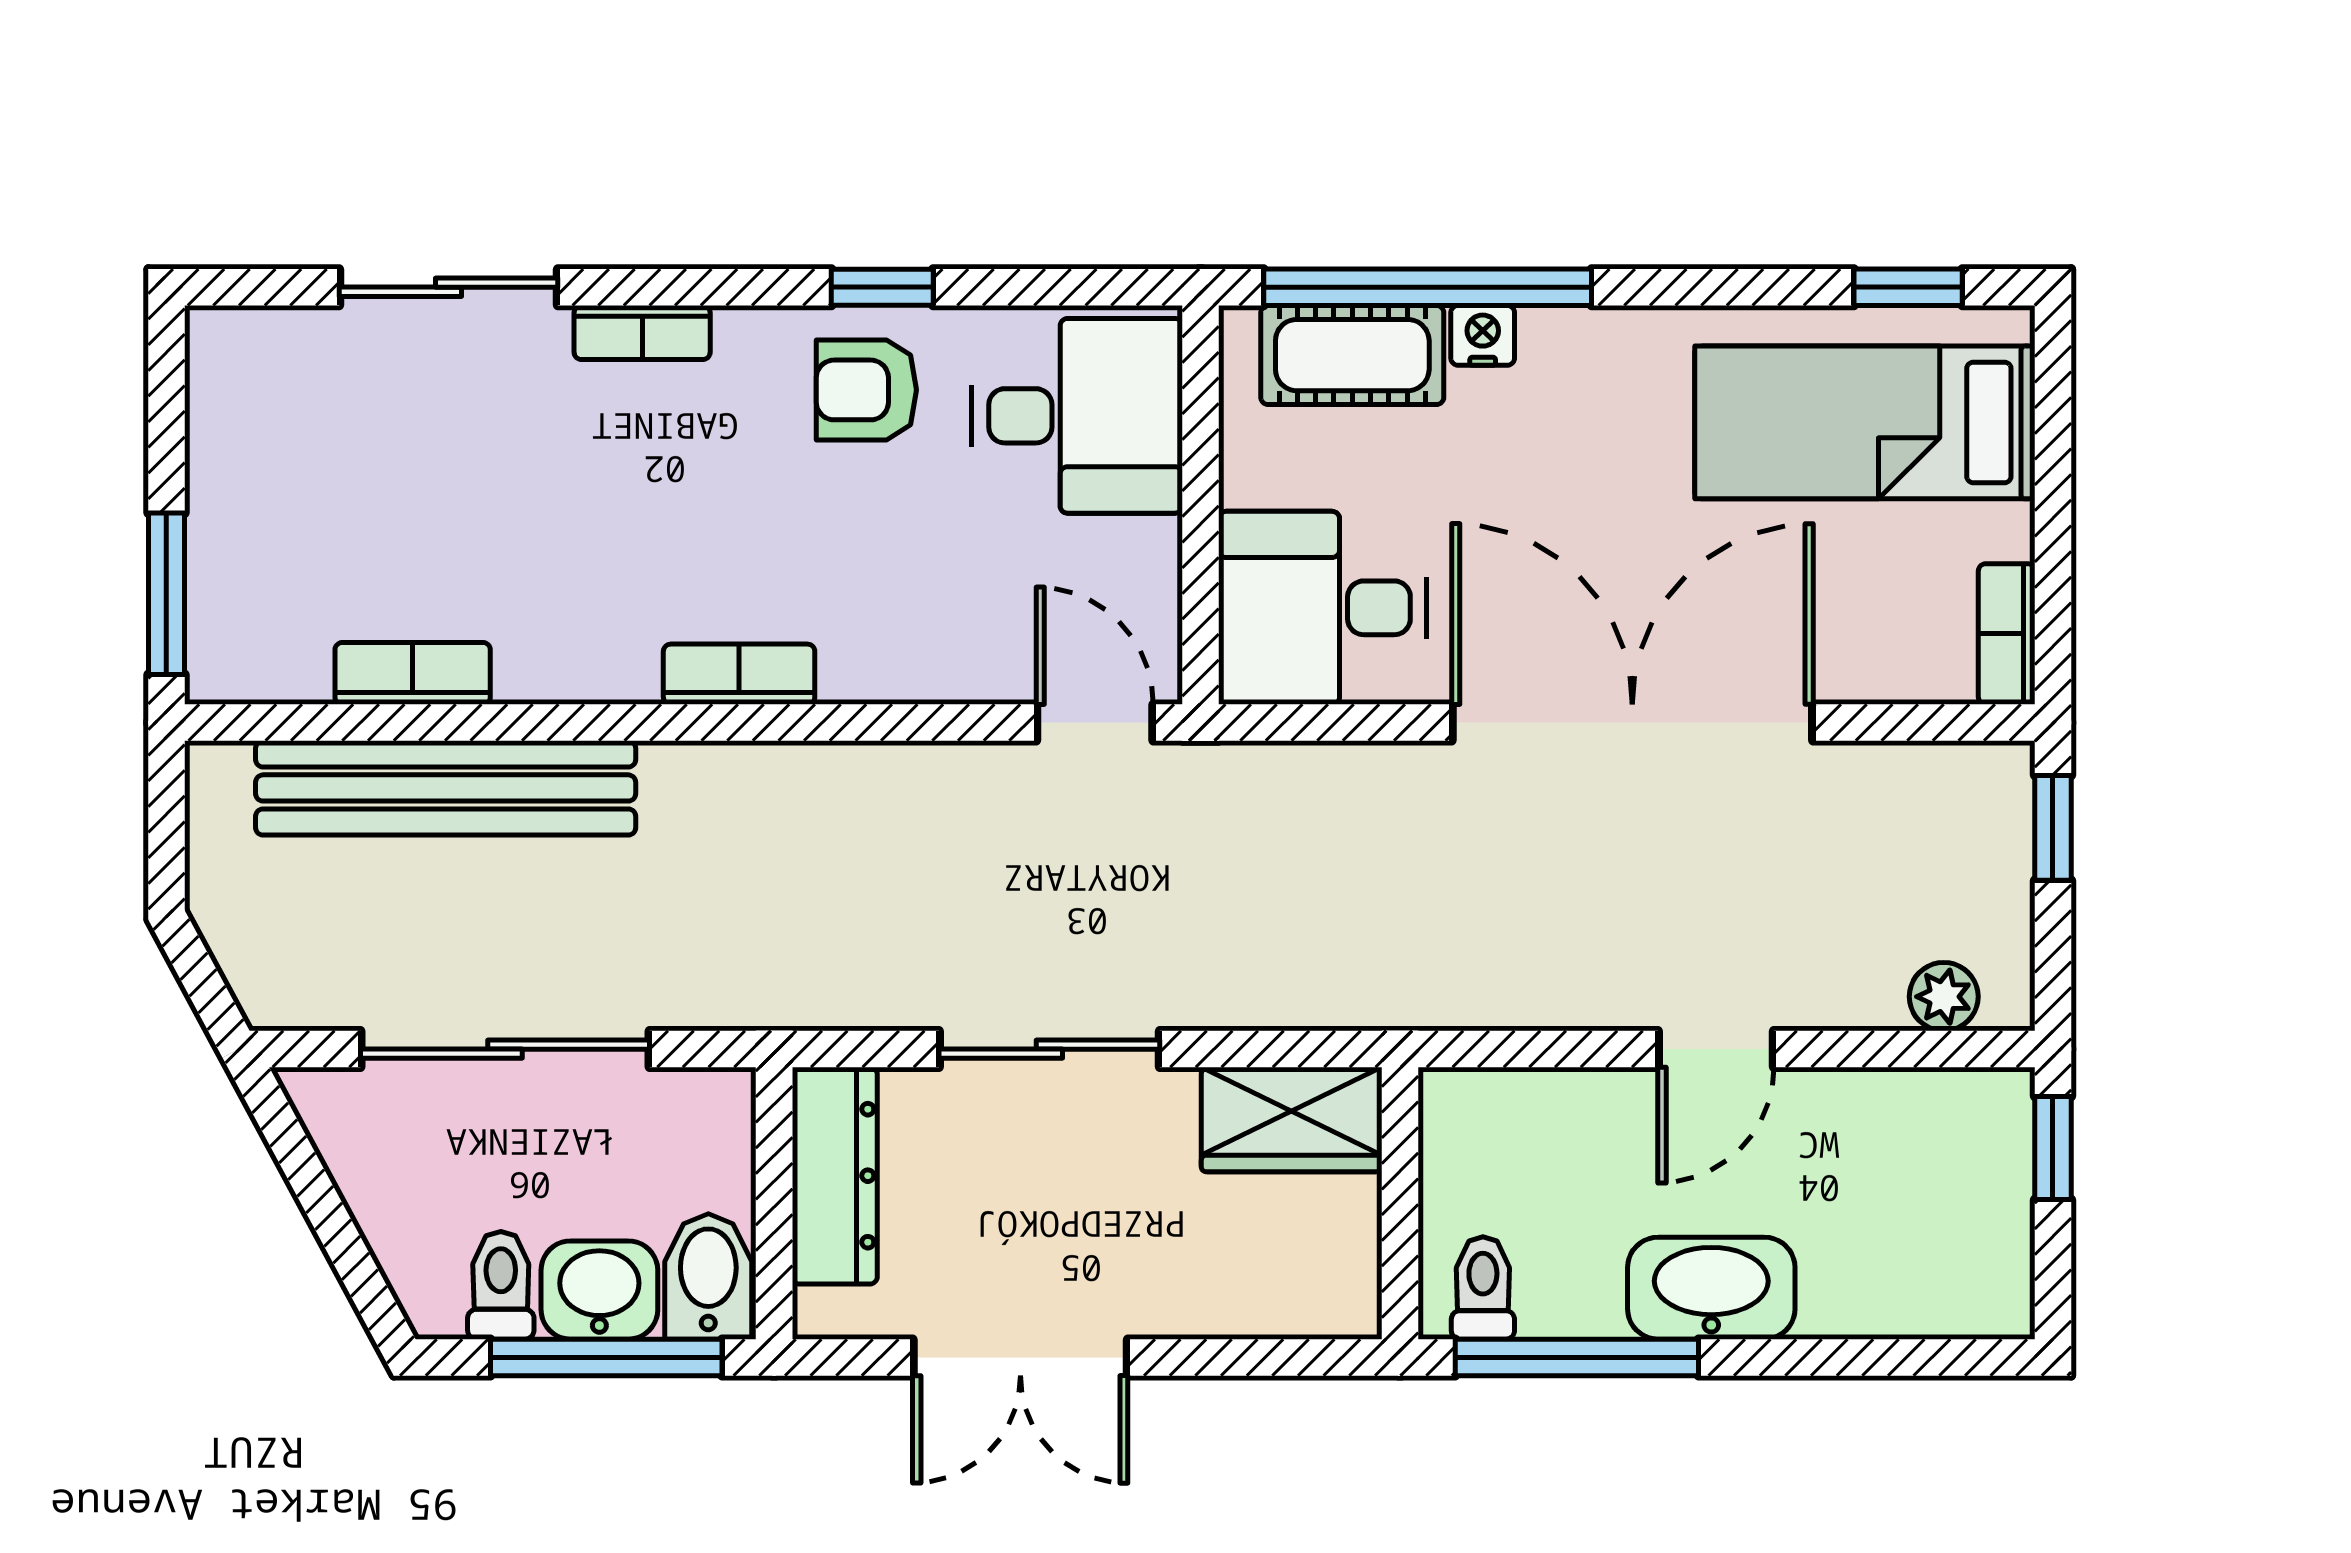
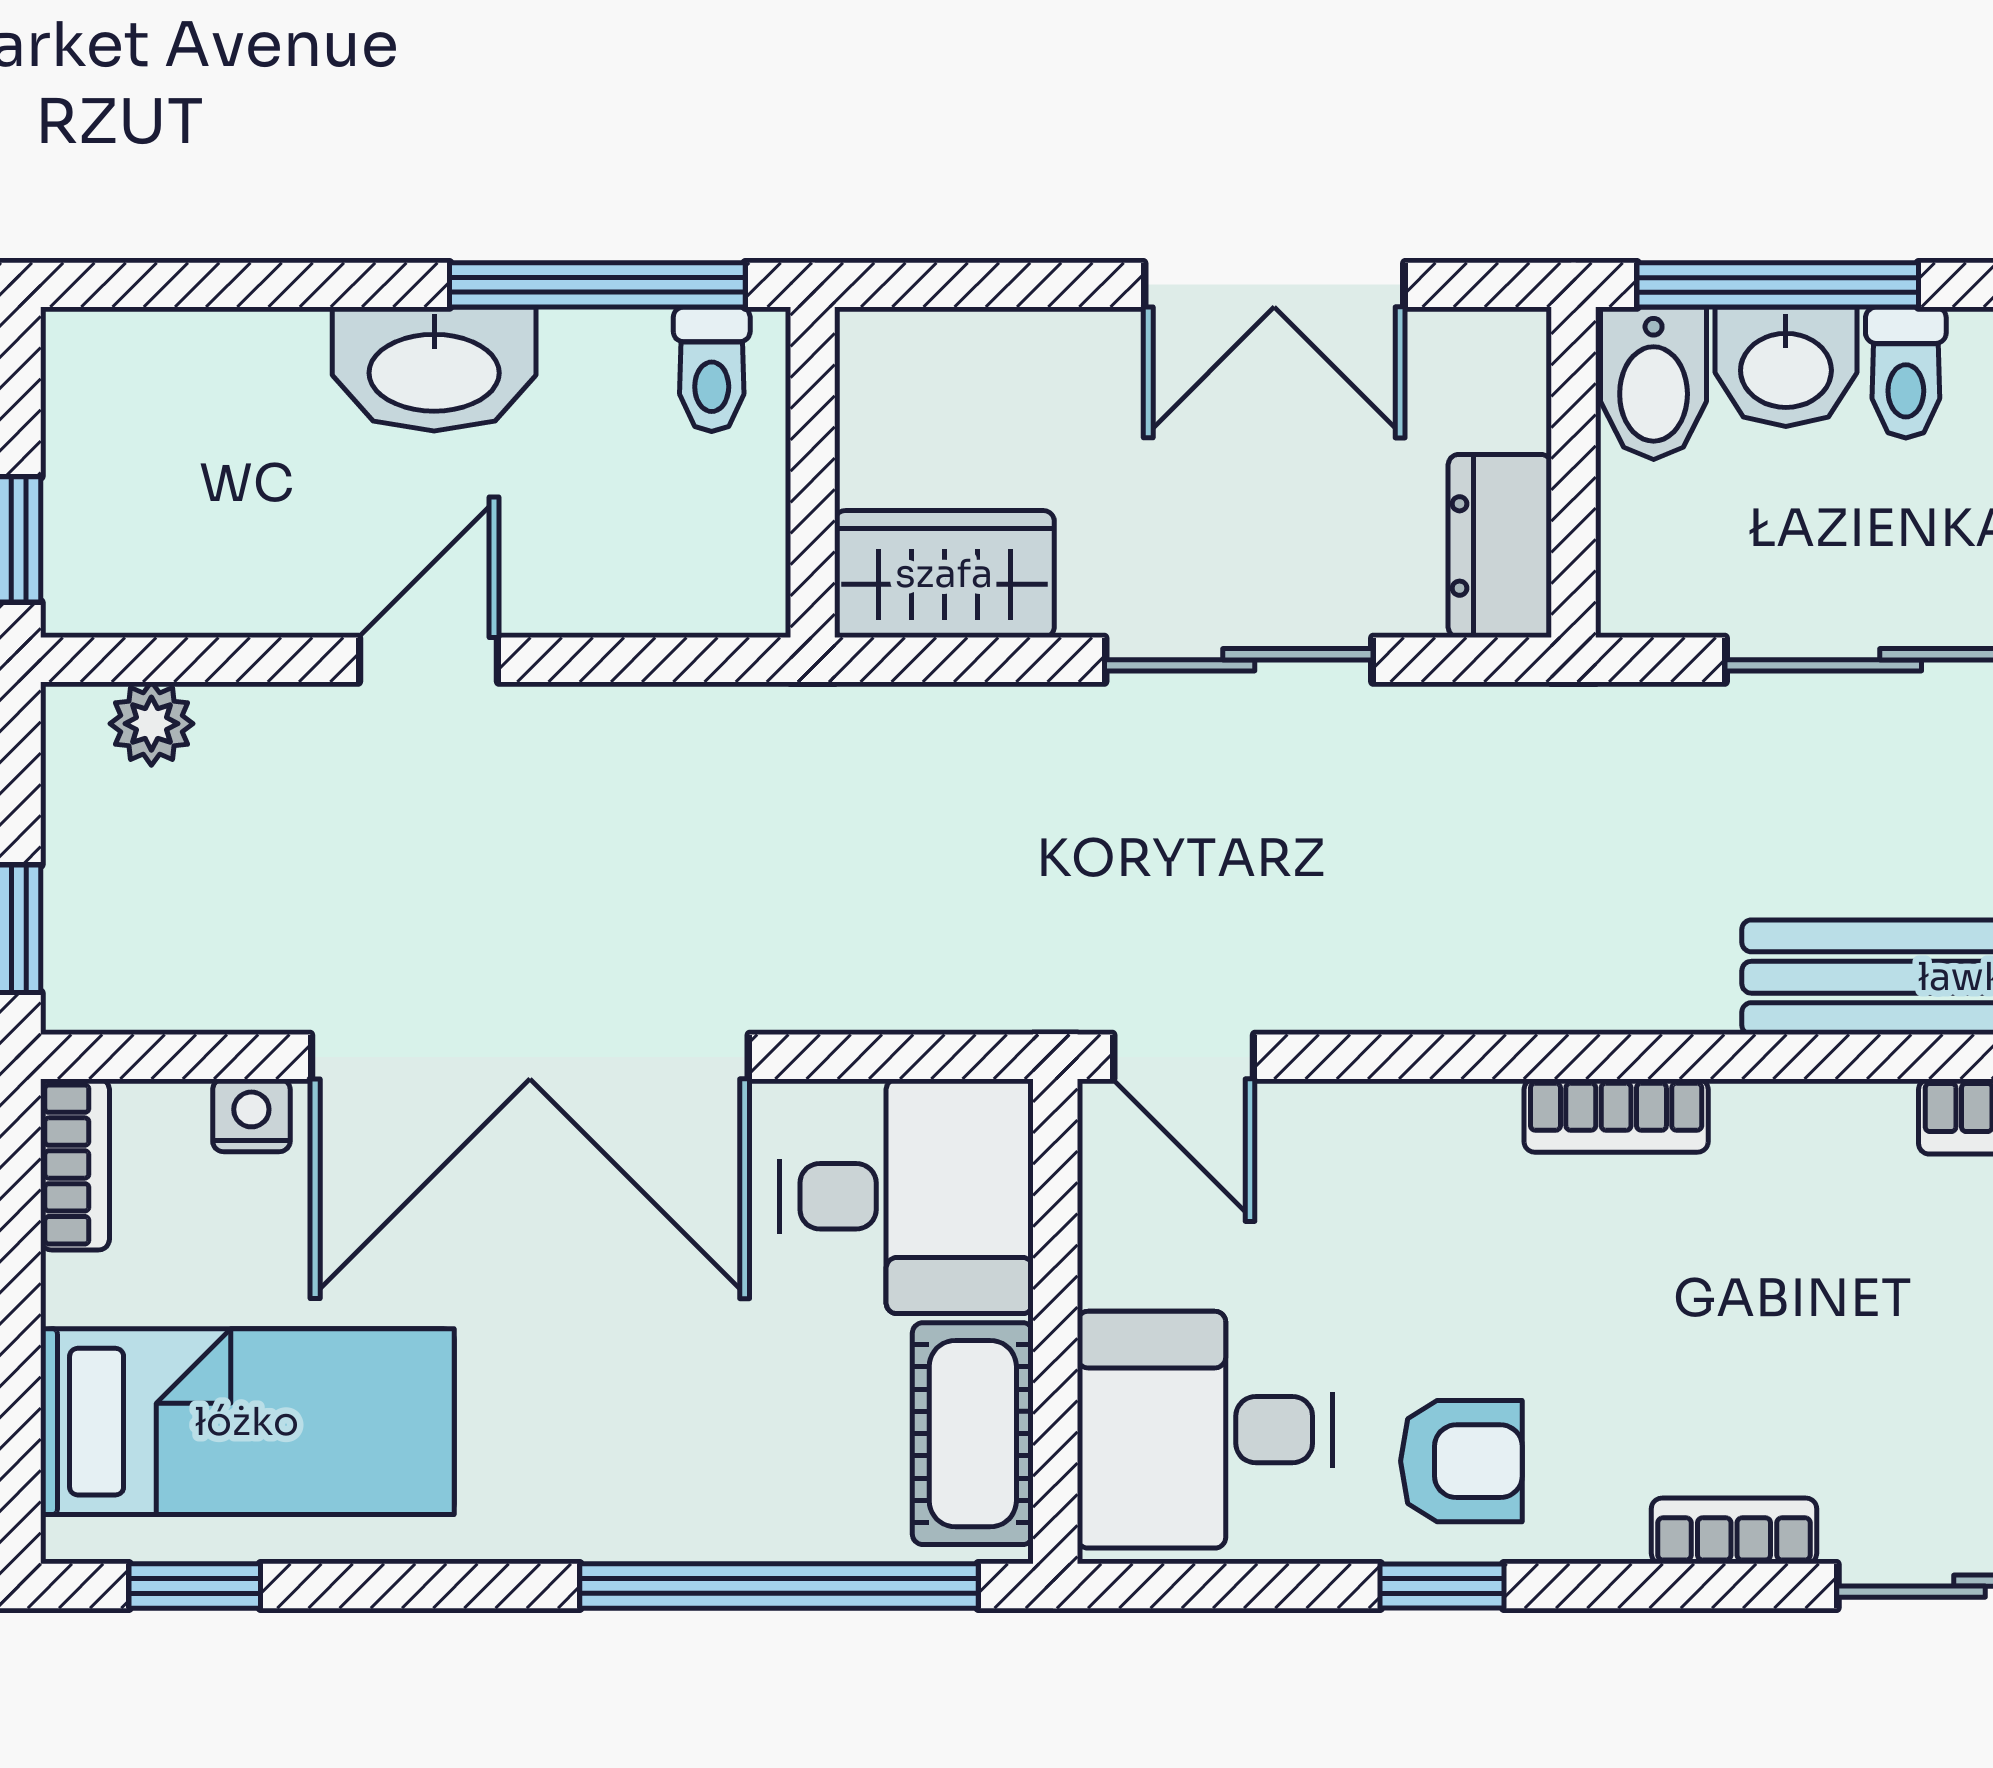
nightstand: (1483, 335) -> (251, 1115), moved, turned 180
cot: (1352, 355) -> (973, 1434), moved, turned 90
dresser: (835, 1176) -> (1500, 546), width x0.70
double door: (1020, 1357) -> (1274, 285), swing flipped

